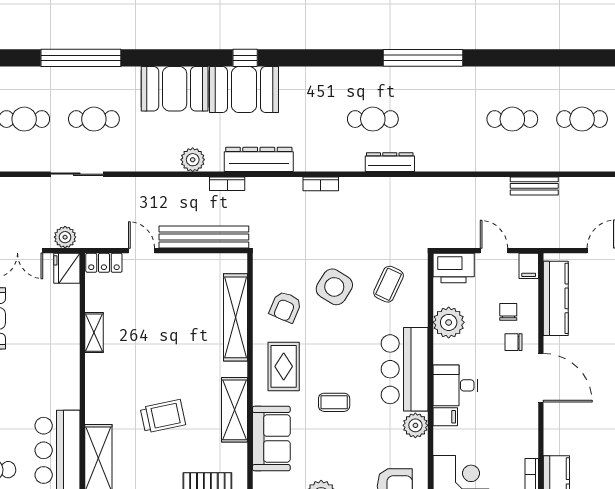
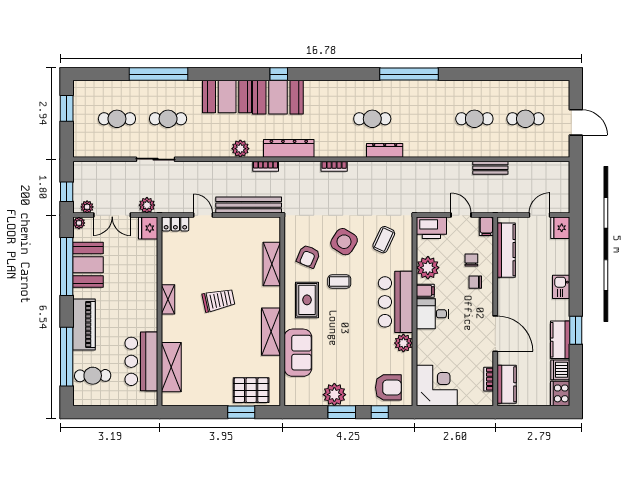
shelving: (236, 317) -> (272, 264), width x0.68
shelving: (94, 333) -> (168, 299), moved
door: (541, 378) -> (495, 334), moved
coffee table: (334, 402) -> (339, 282), moved
trolley: (163, 416) -> (219, 300), moved
filing cabinet: (445, 417) -> (425, 291), moved

